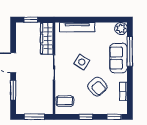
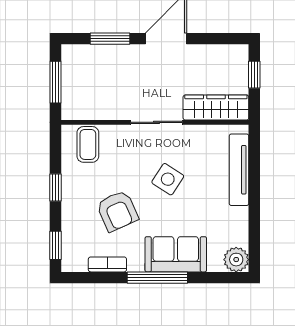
window: (130, 51) -> (157, 278), moved
armchair: (97, 87) -> (117, 211), turned -73

